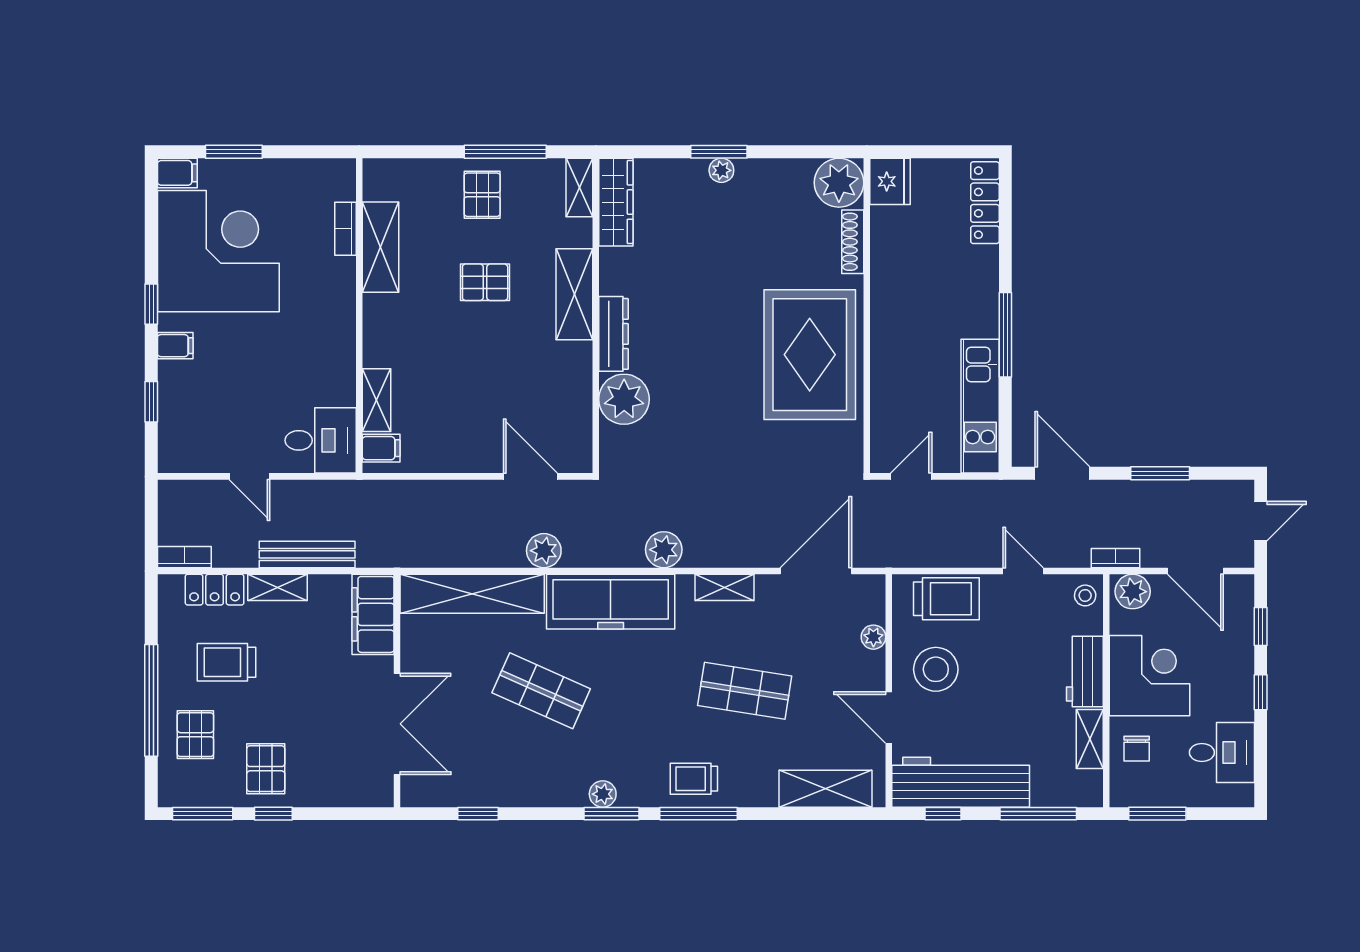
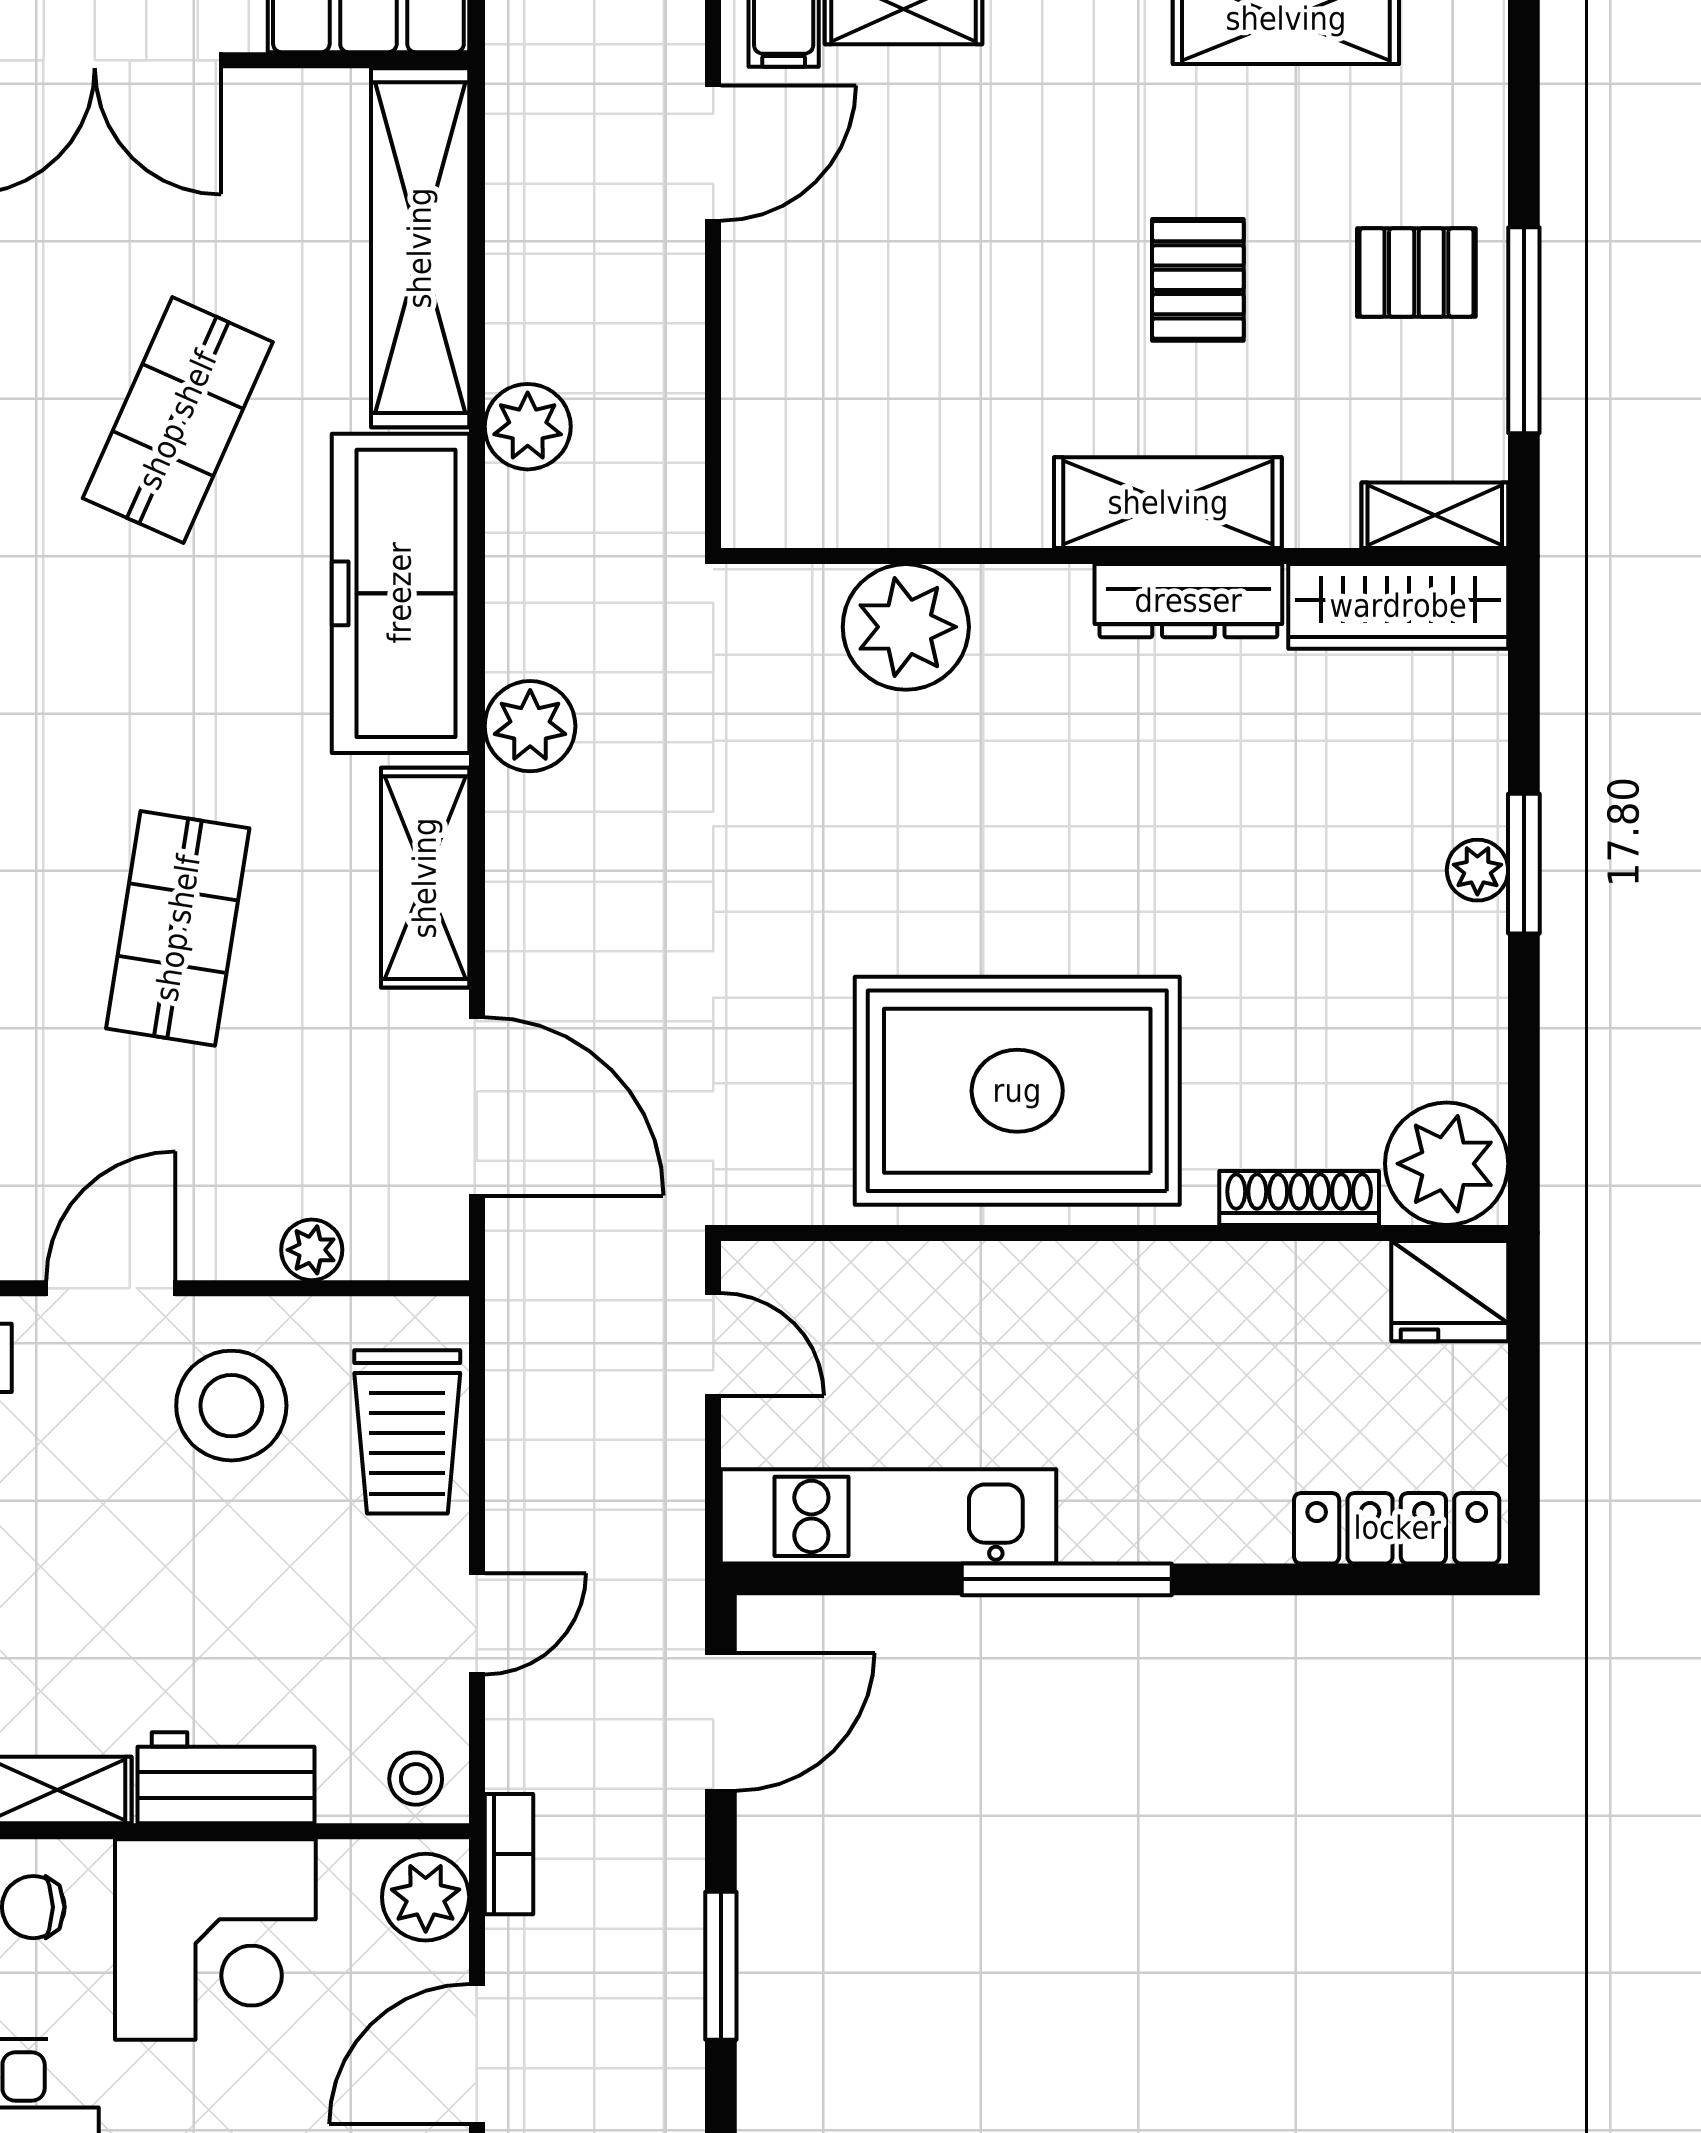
dresser: (613, 334) -> (1188, 601), moved
door: (530, 476) -> (713, 153), moved
shelving: (724, 587) -> (425, 878), width x1.50, depth x1.33

